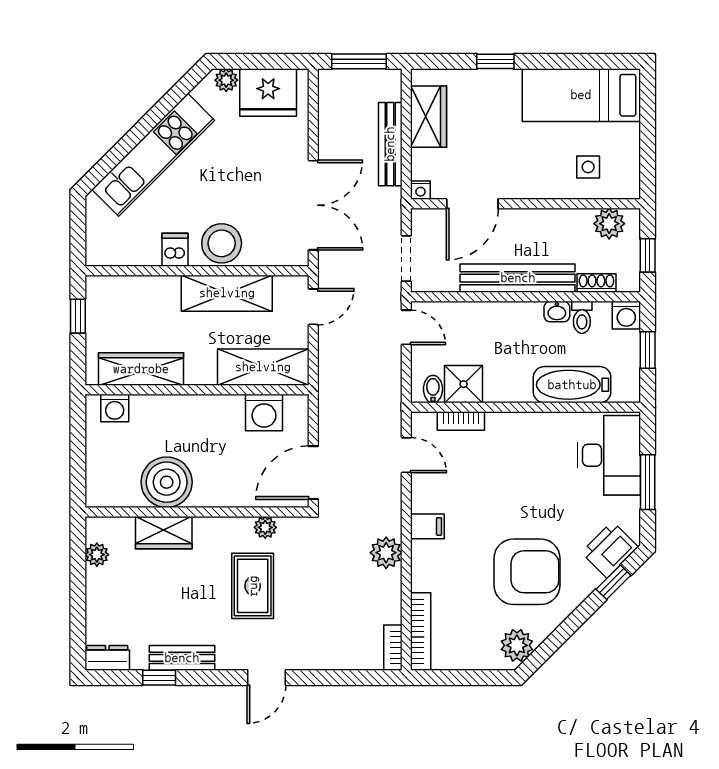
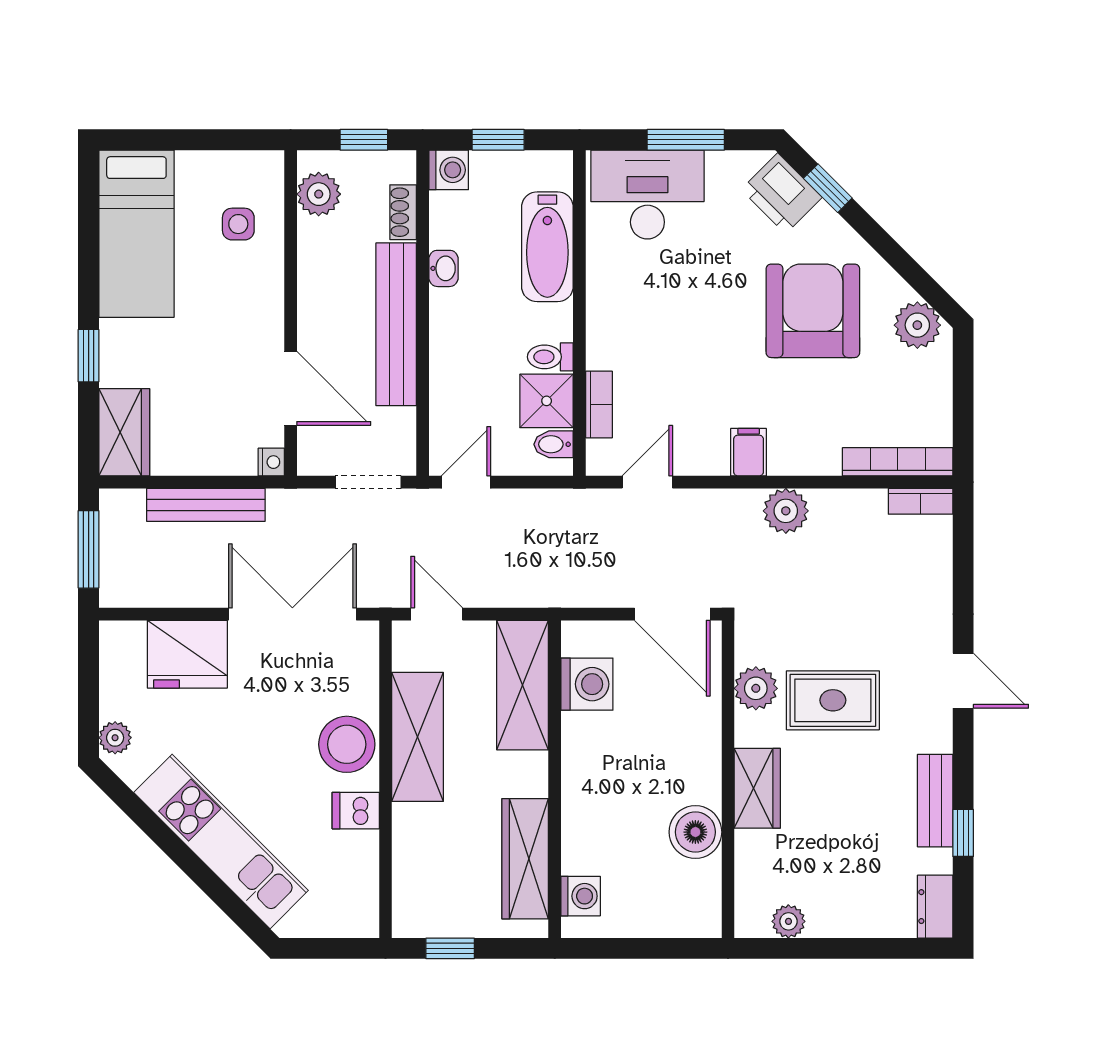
fridge: (268, 93) -> (187, 654), moved, turned 90
wardrobe: (428, 117) -> (124, 432), moved, turned 90
toilet: (582, 317) -> (550, 357), moved, turned 180
boiler: (167, 482) -> (695, 832), width x0.73, depth x0.73
plant: (265, 527) -> (756, 688), width x1.38, depth x1.38
wardrobe: (164, 533) -> (757, 788), moved

